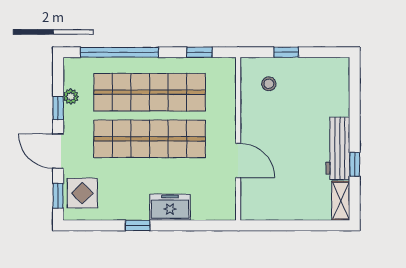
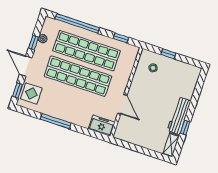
freezer: (170, 207) -> (102, 126), moved
window: (138, 225) -> (56, 121), width x2.17

